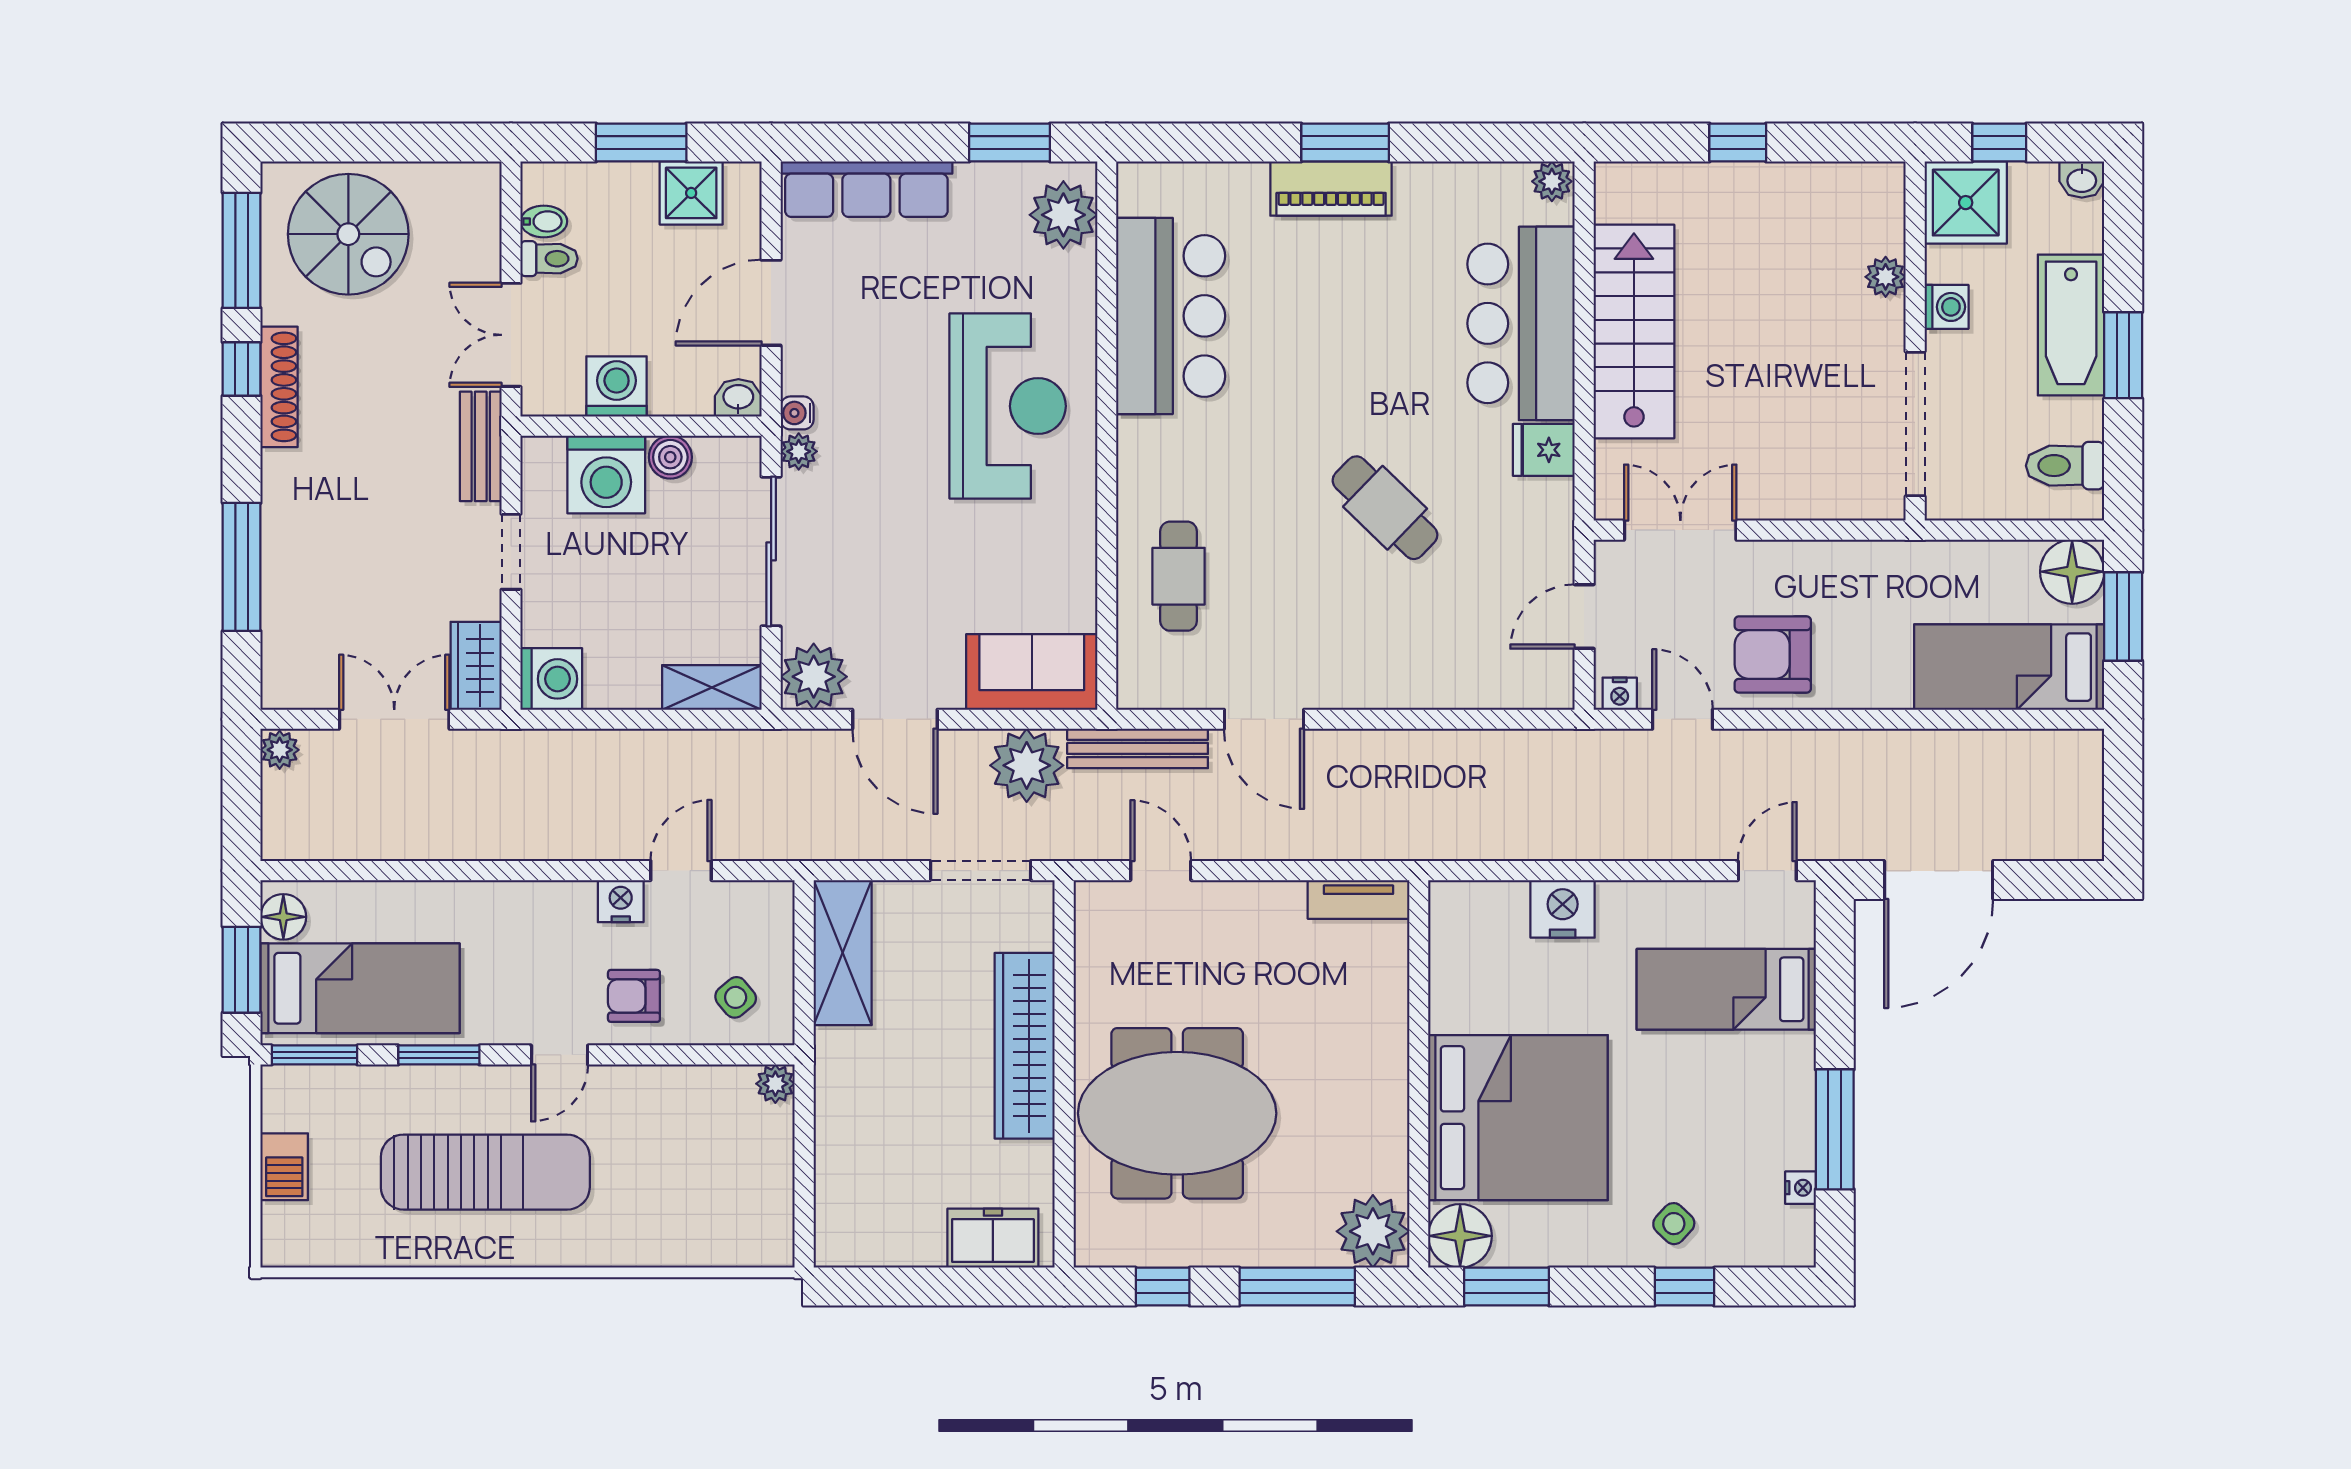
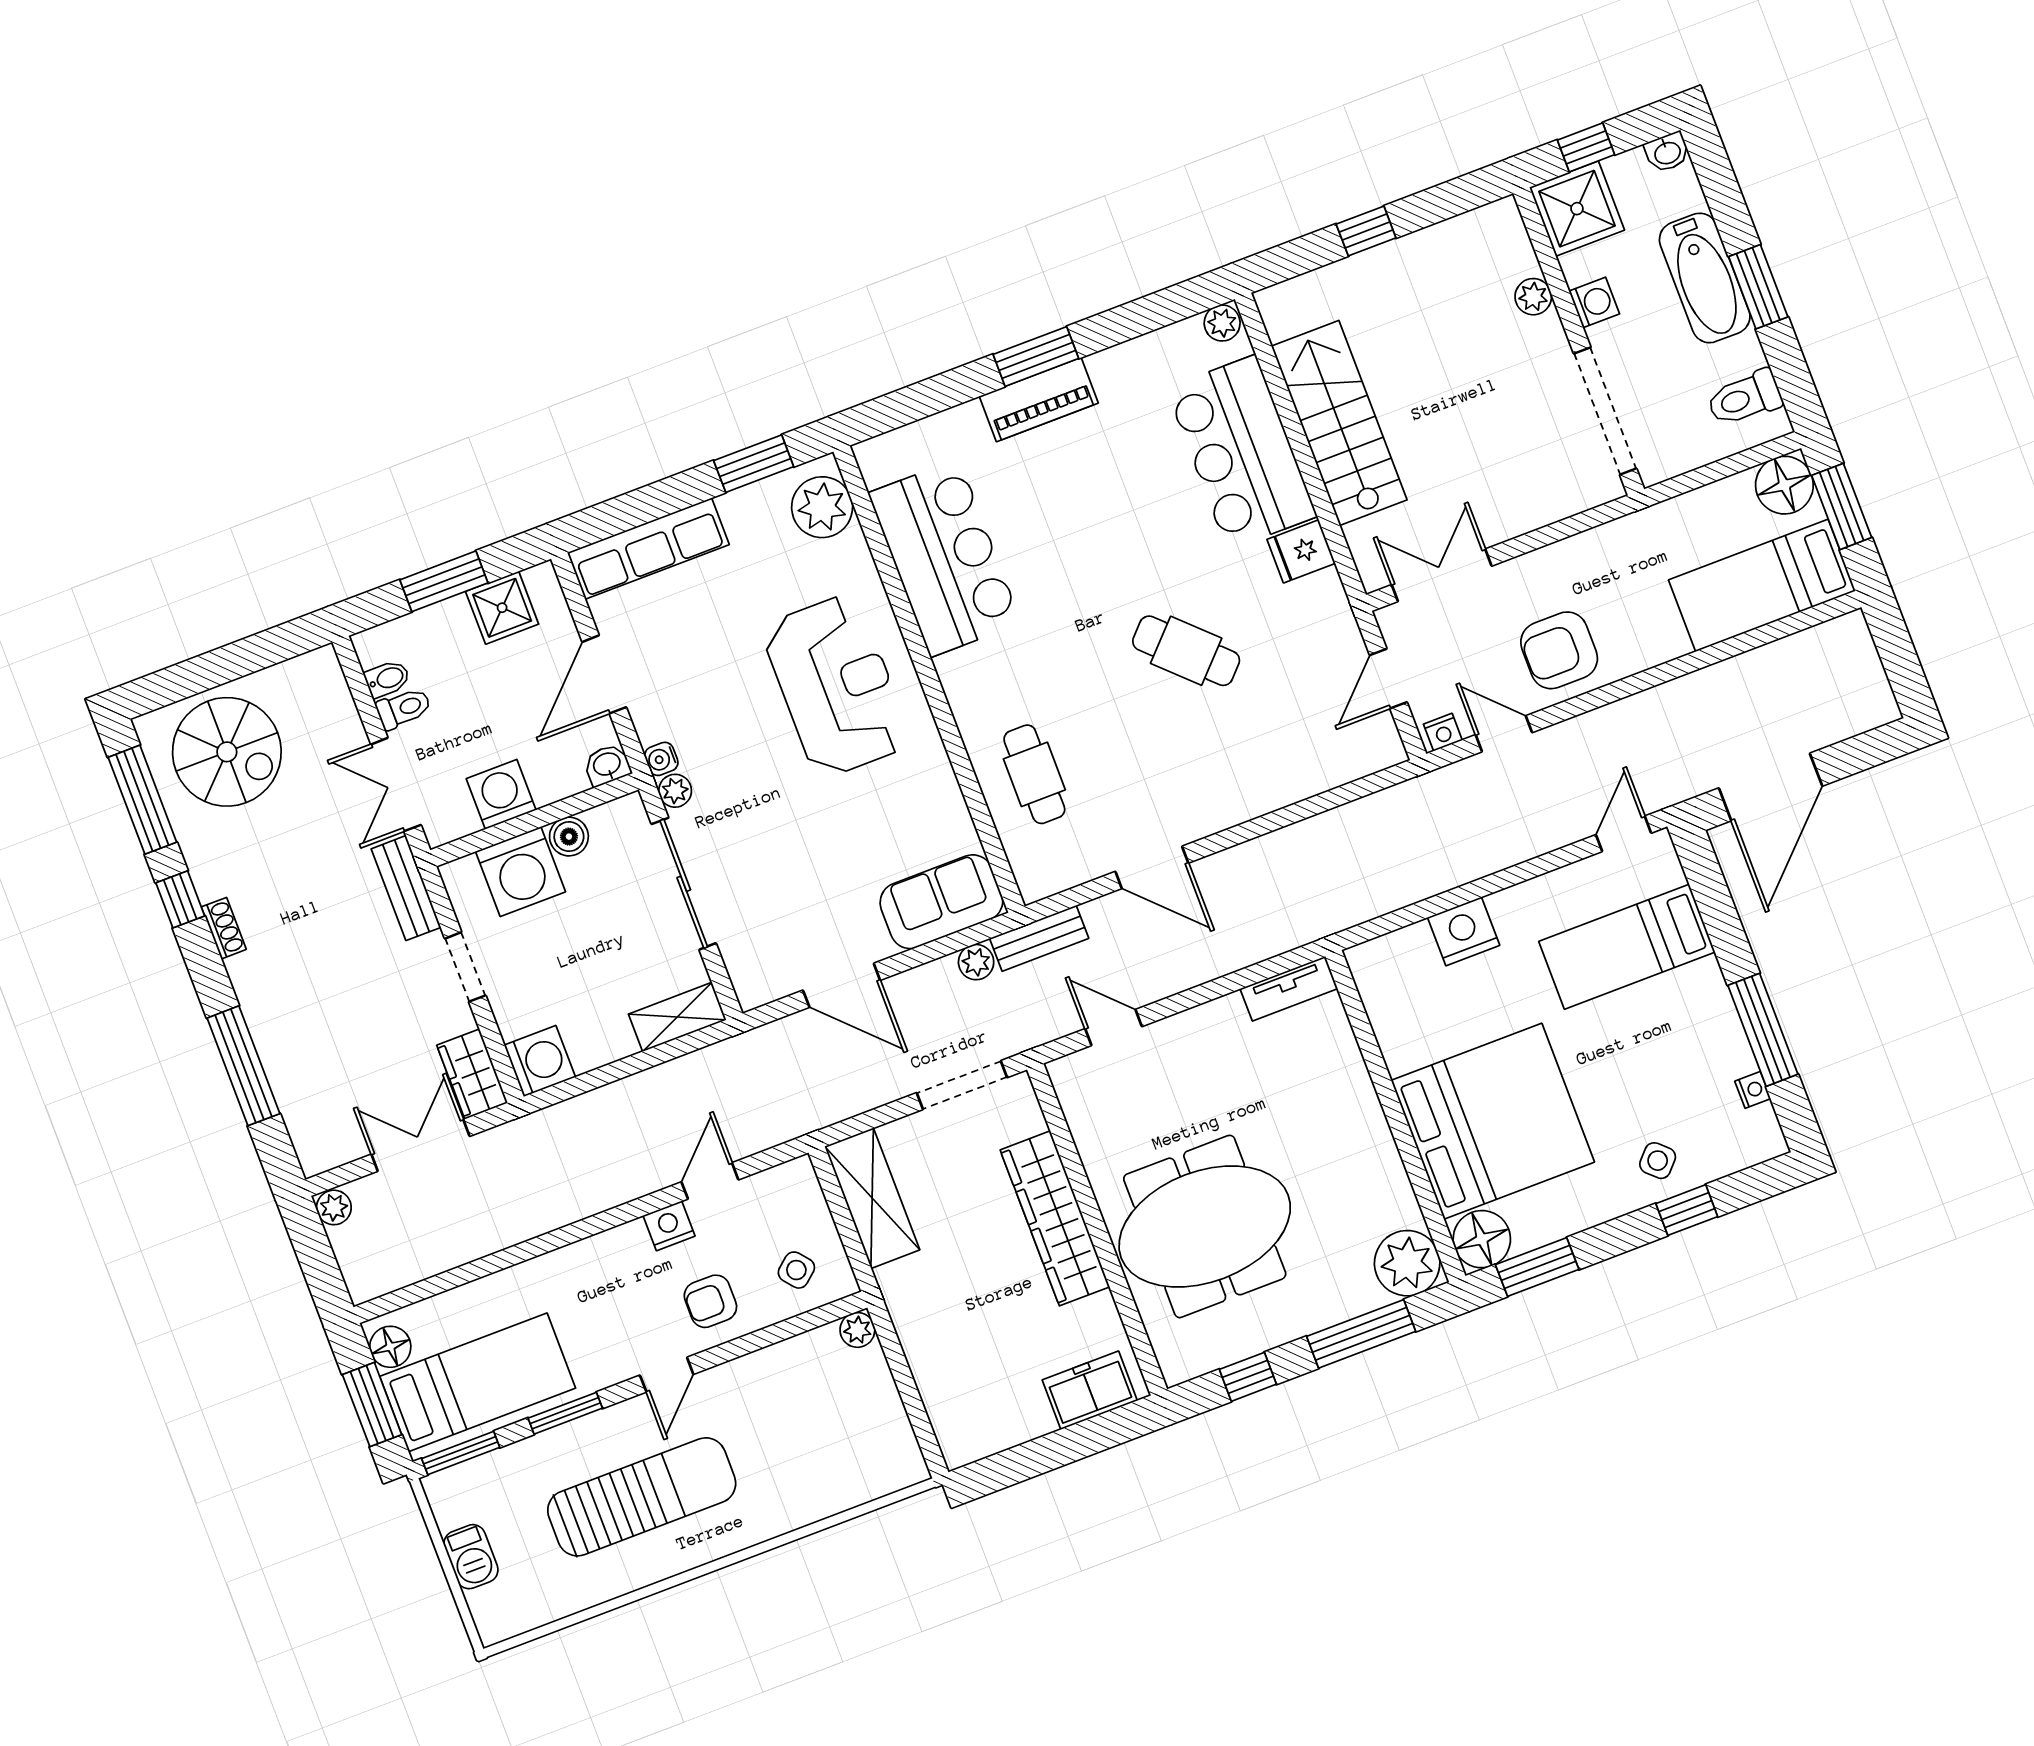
shoe rack: (279, 387) -> (224, 928), width x0.51, depth x0.81
plant: (814, 677) -> (760, 975), removed
bench: (1138, 748) -> (1039, 938), width x0.73
plant: (1027, 765) -> (976, 962), width x0.53, depth x0.53

